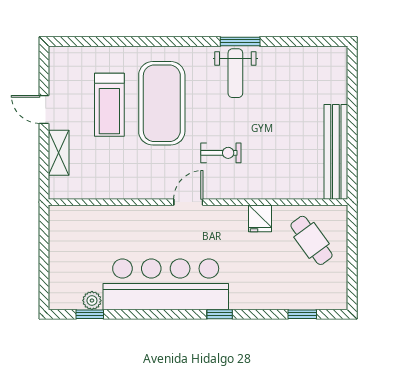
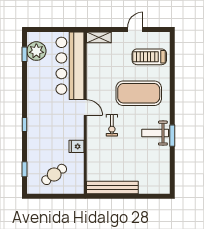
treadmill: (109, 105) -> (149, 57), moved
shelving: (59, 153) -> (99, 37), moved
cafe table: (311, 240) -> (54, 174), moved
bar counter: (166, 284) -> (70, 66), moved, turned 180
plant: (92, 301) -> (36, 51), width x1.88, depth x1.88

